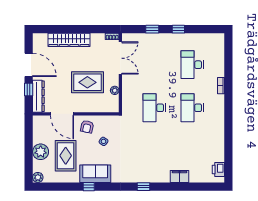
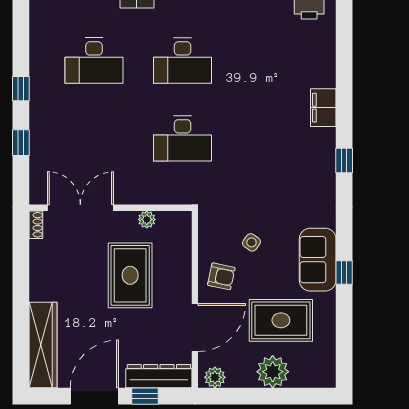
wardrobe: (69, 40) -> (43, 345), moved
filing cabinet: (180, 176) -> (323, 108), moved
plant: (38, 177) -> (215, 377), moved

